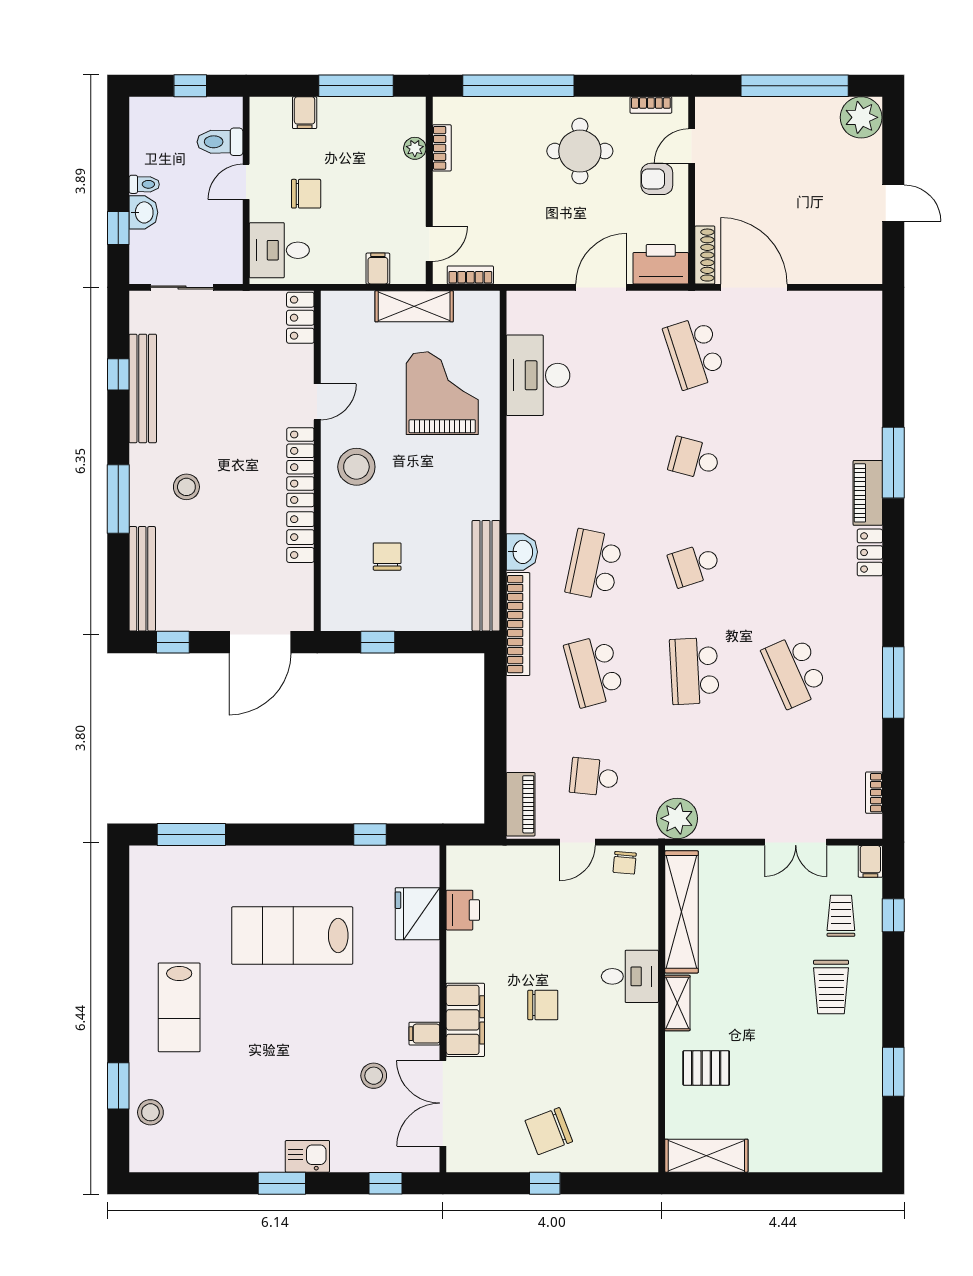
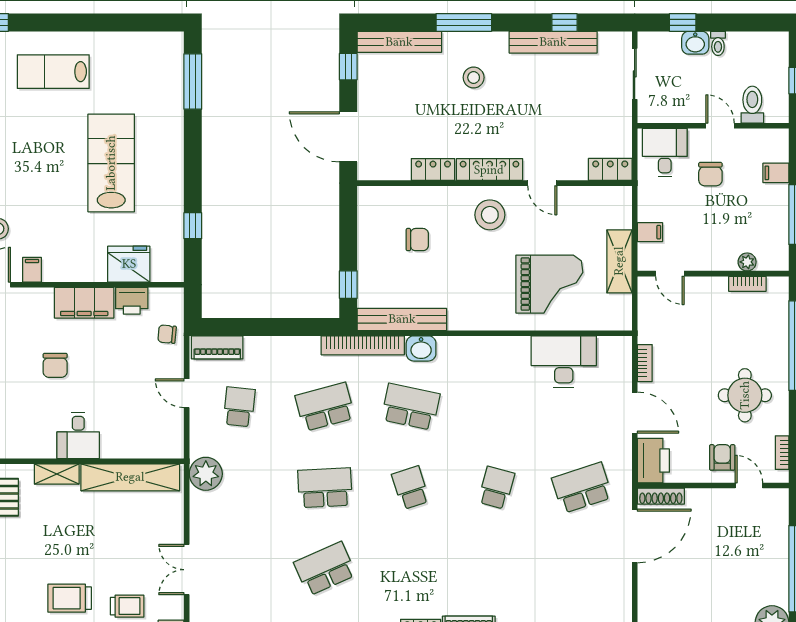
bookcase: (470, 275) -> (645, 363), moved
window: (378, 642) -> (348, 285), moved
chair: (625, 863) -> (167, 334), moved
filing cabinet: (465, 1020) -> (84, 303), moved

